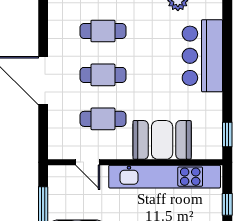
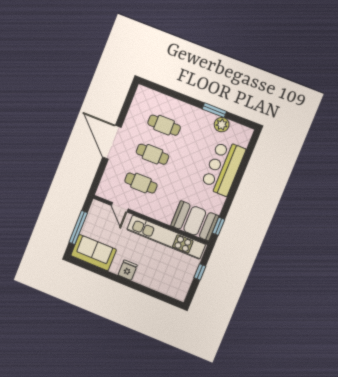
booth: (162, 140) -> (195, 221), moved

